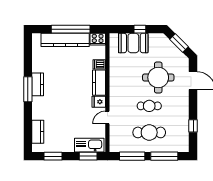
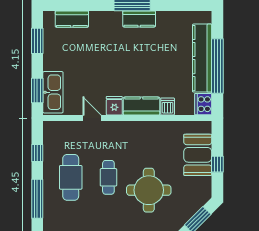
window: (132, 156) -> (37, 153), width x0.46

